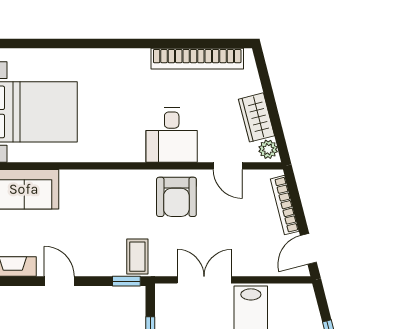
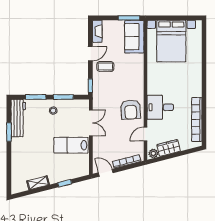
armchair: (176, 197) -> (131, 110), turned -94
coffee table: (137, 257) -> (105, 66), moved

